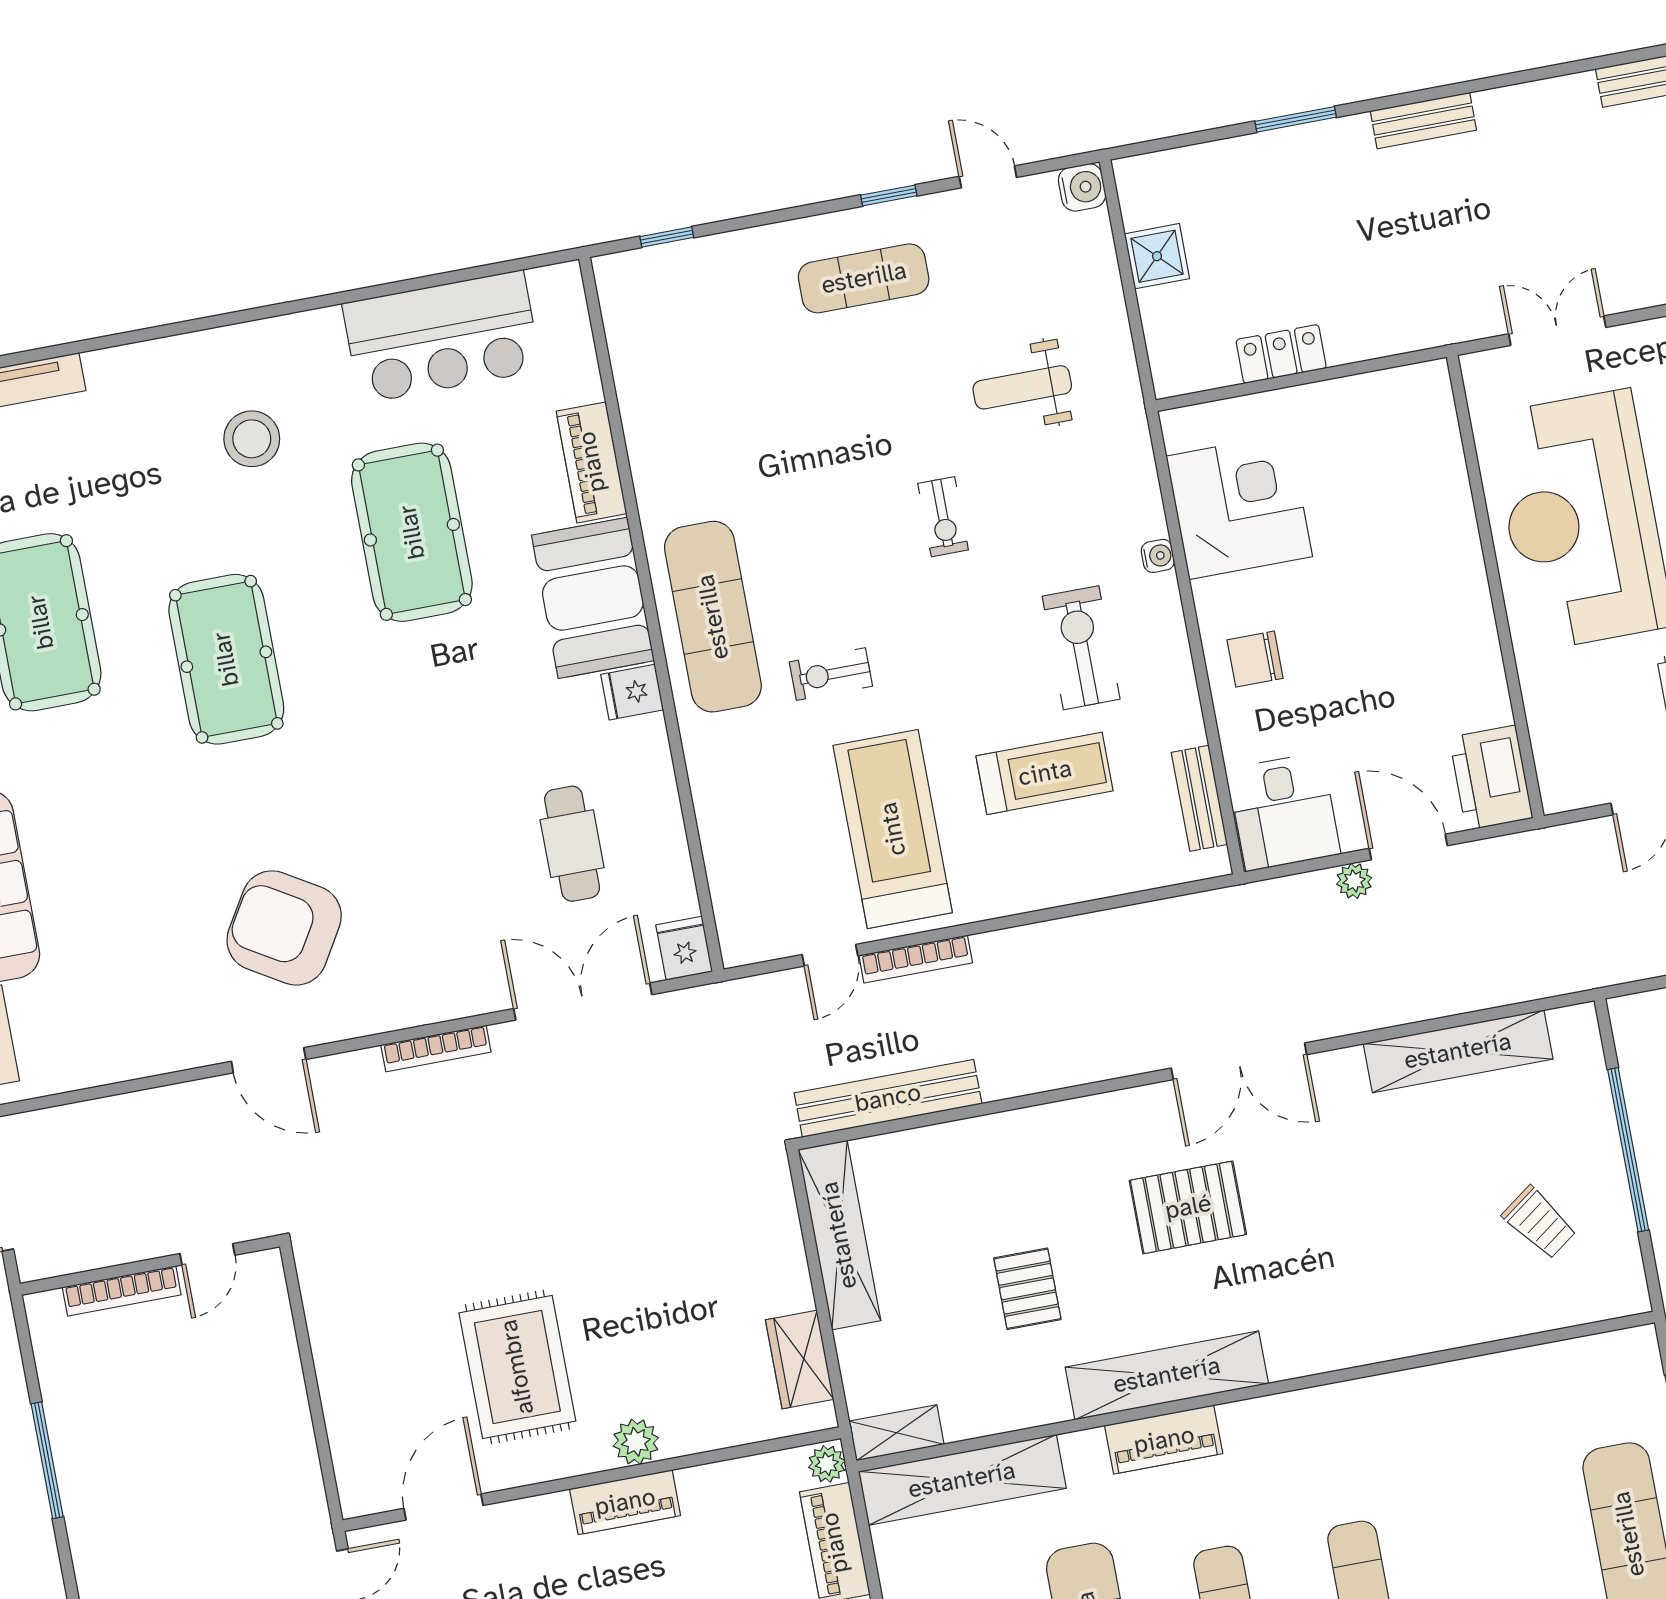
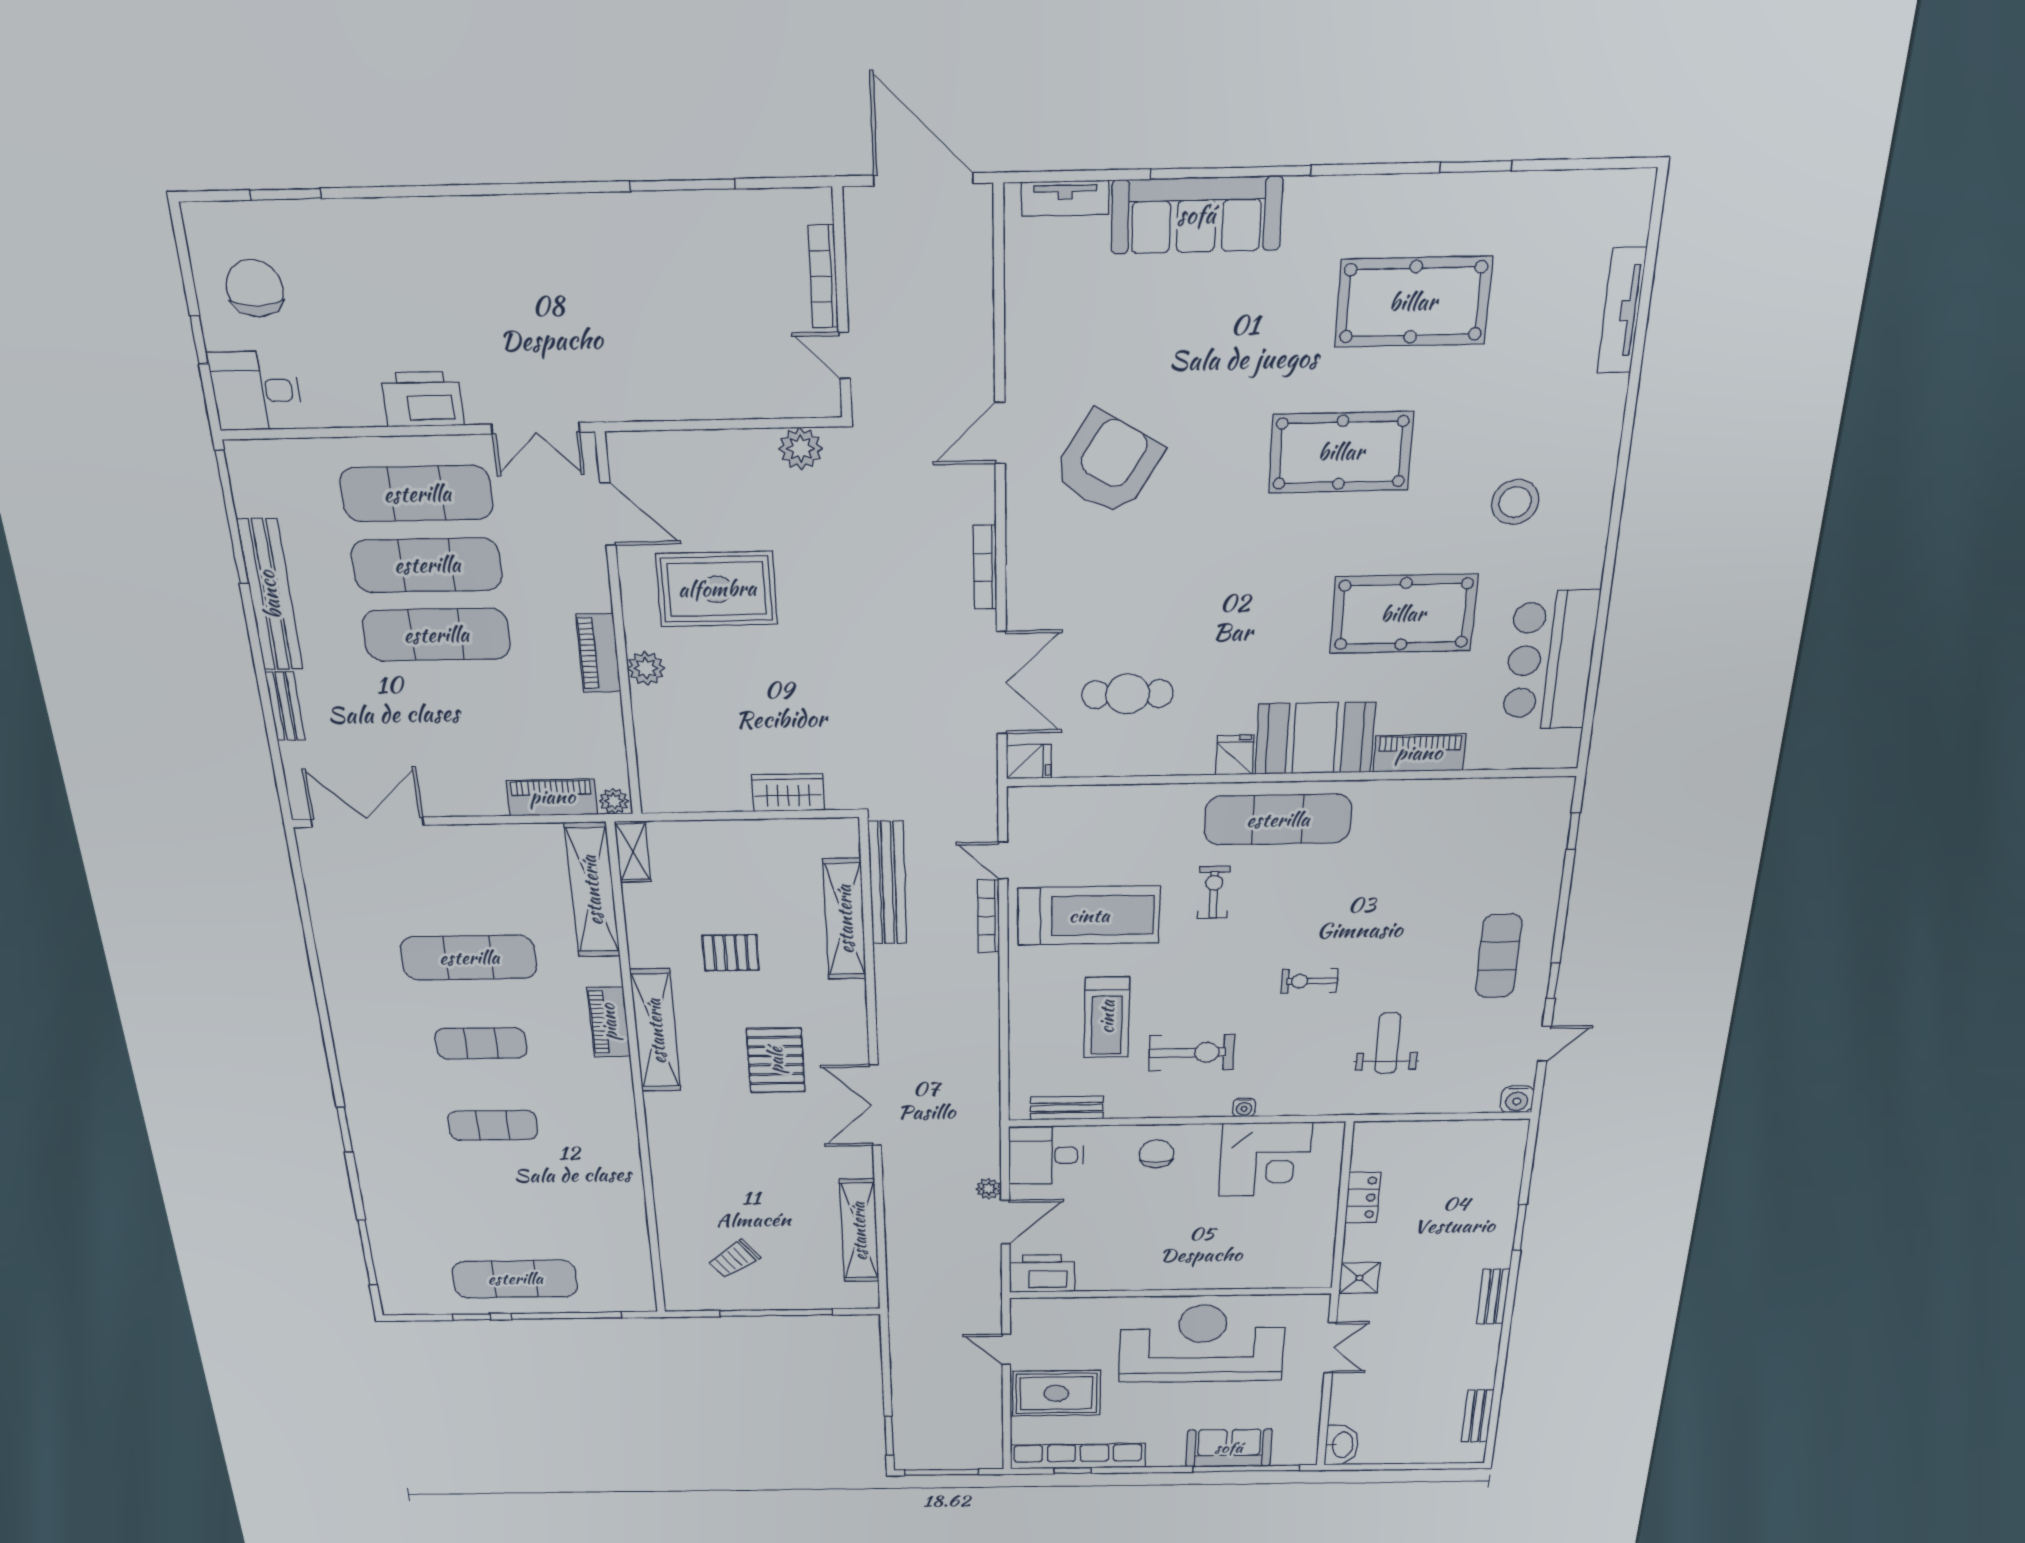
shower: (1157, 256) -> (1359, 1278), moved
shelving: (839, 1235) -> (845, 919), moved, turned 90
plant: (326, 1289) -> (801, 449), added
wardrobe: (800, 1360) -> (788, 793), moved

